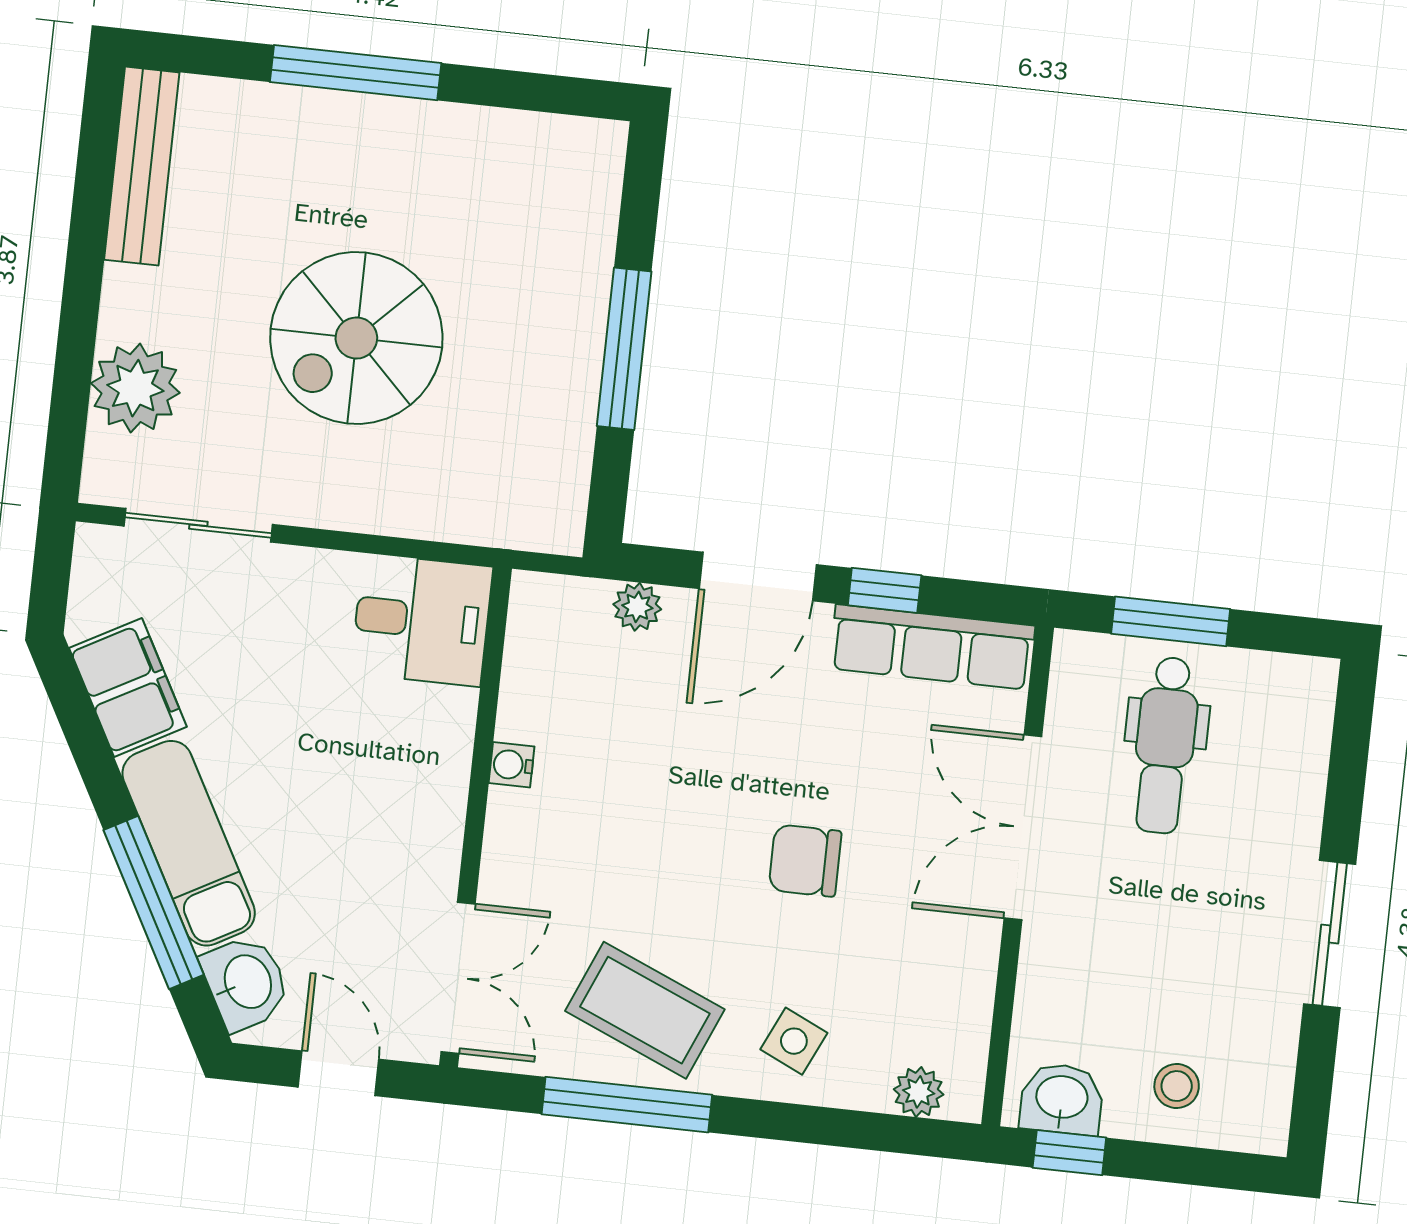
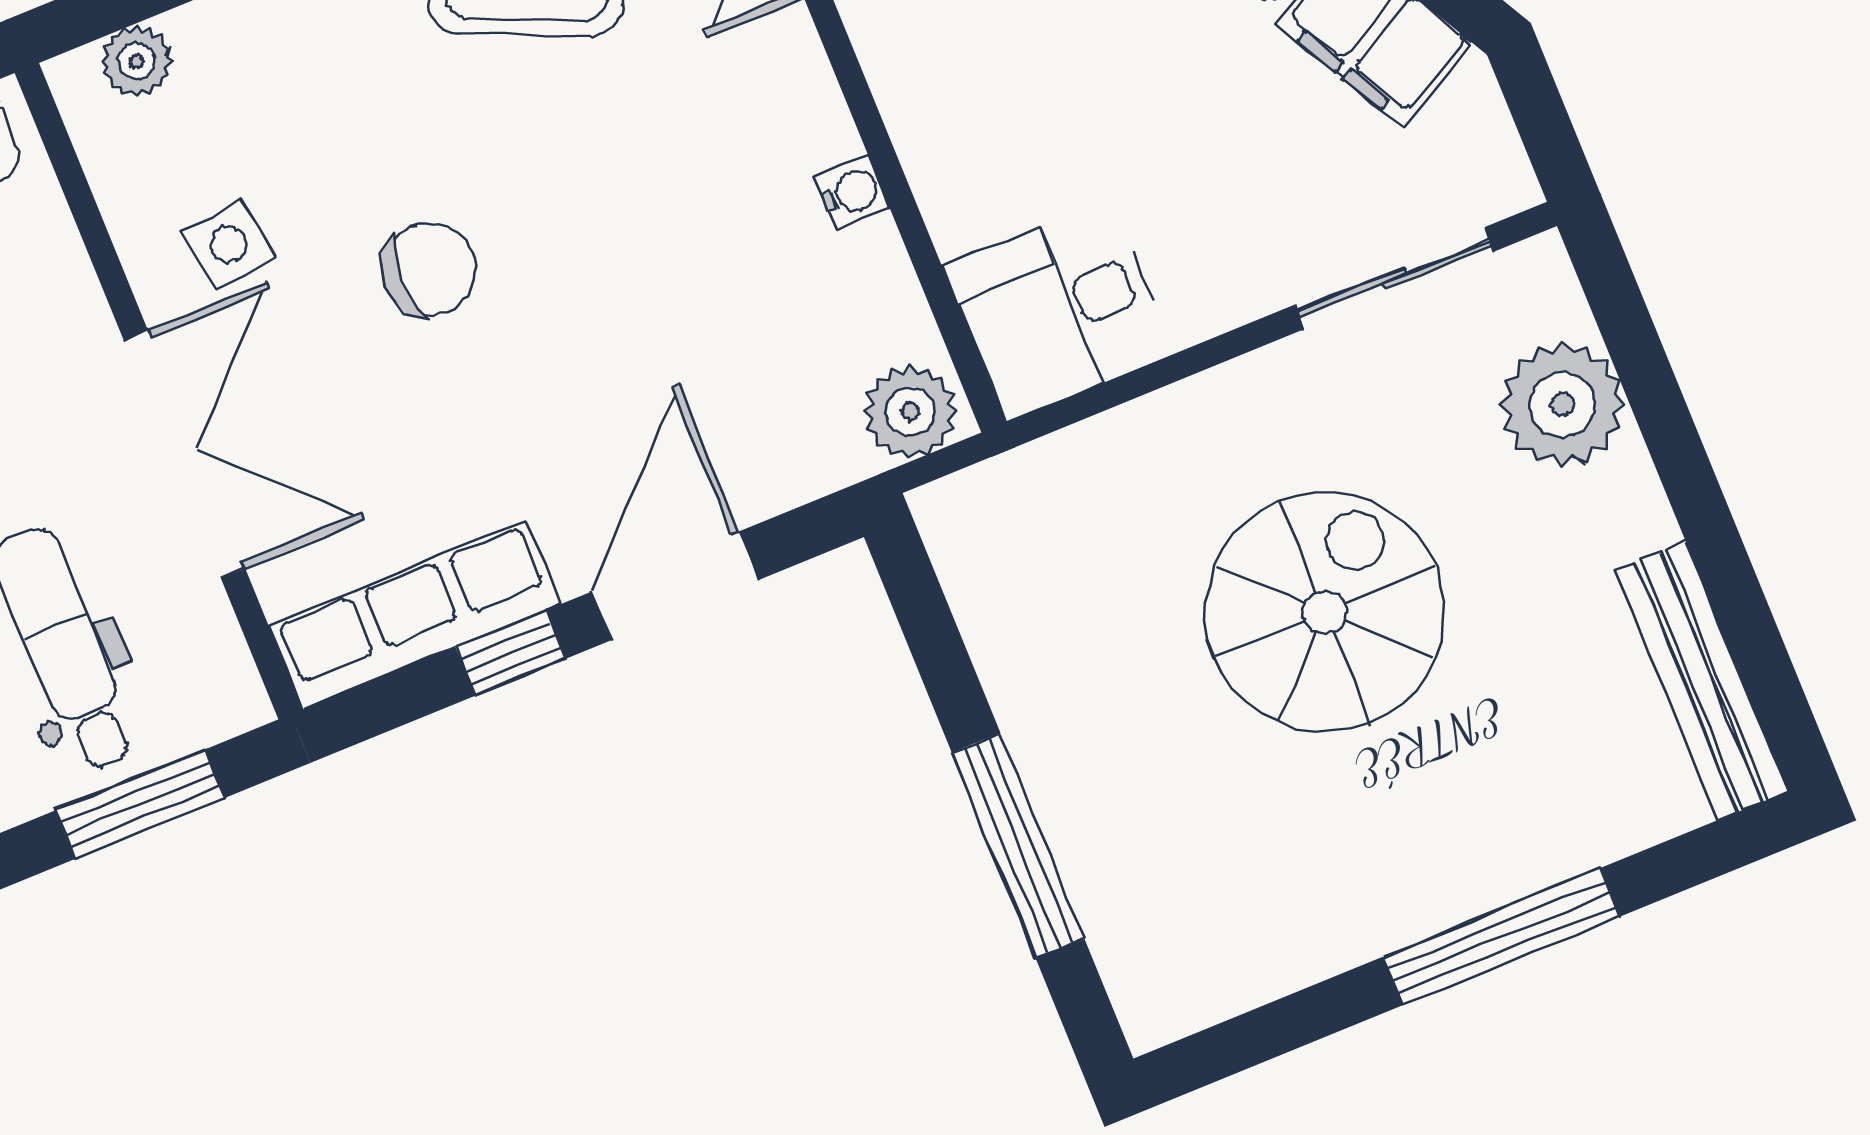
window: (624, 349) -> (1018, 846), moved
plant: (637, 607) -> (910, 411), moved, width x1.38, depth x1.38
side table: (794, 1041) -> (228, 244), moved, turned -33

